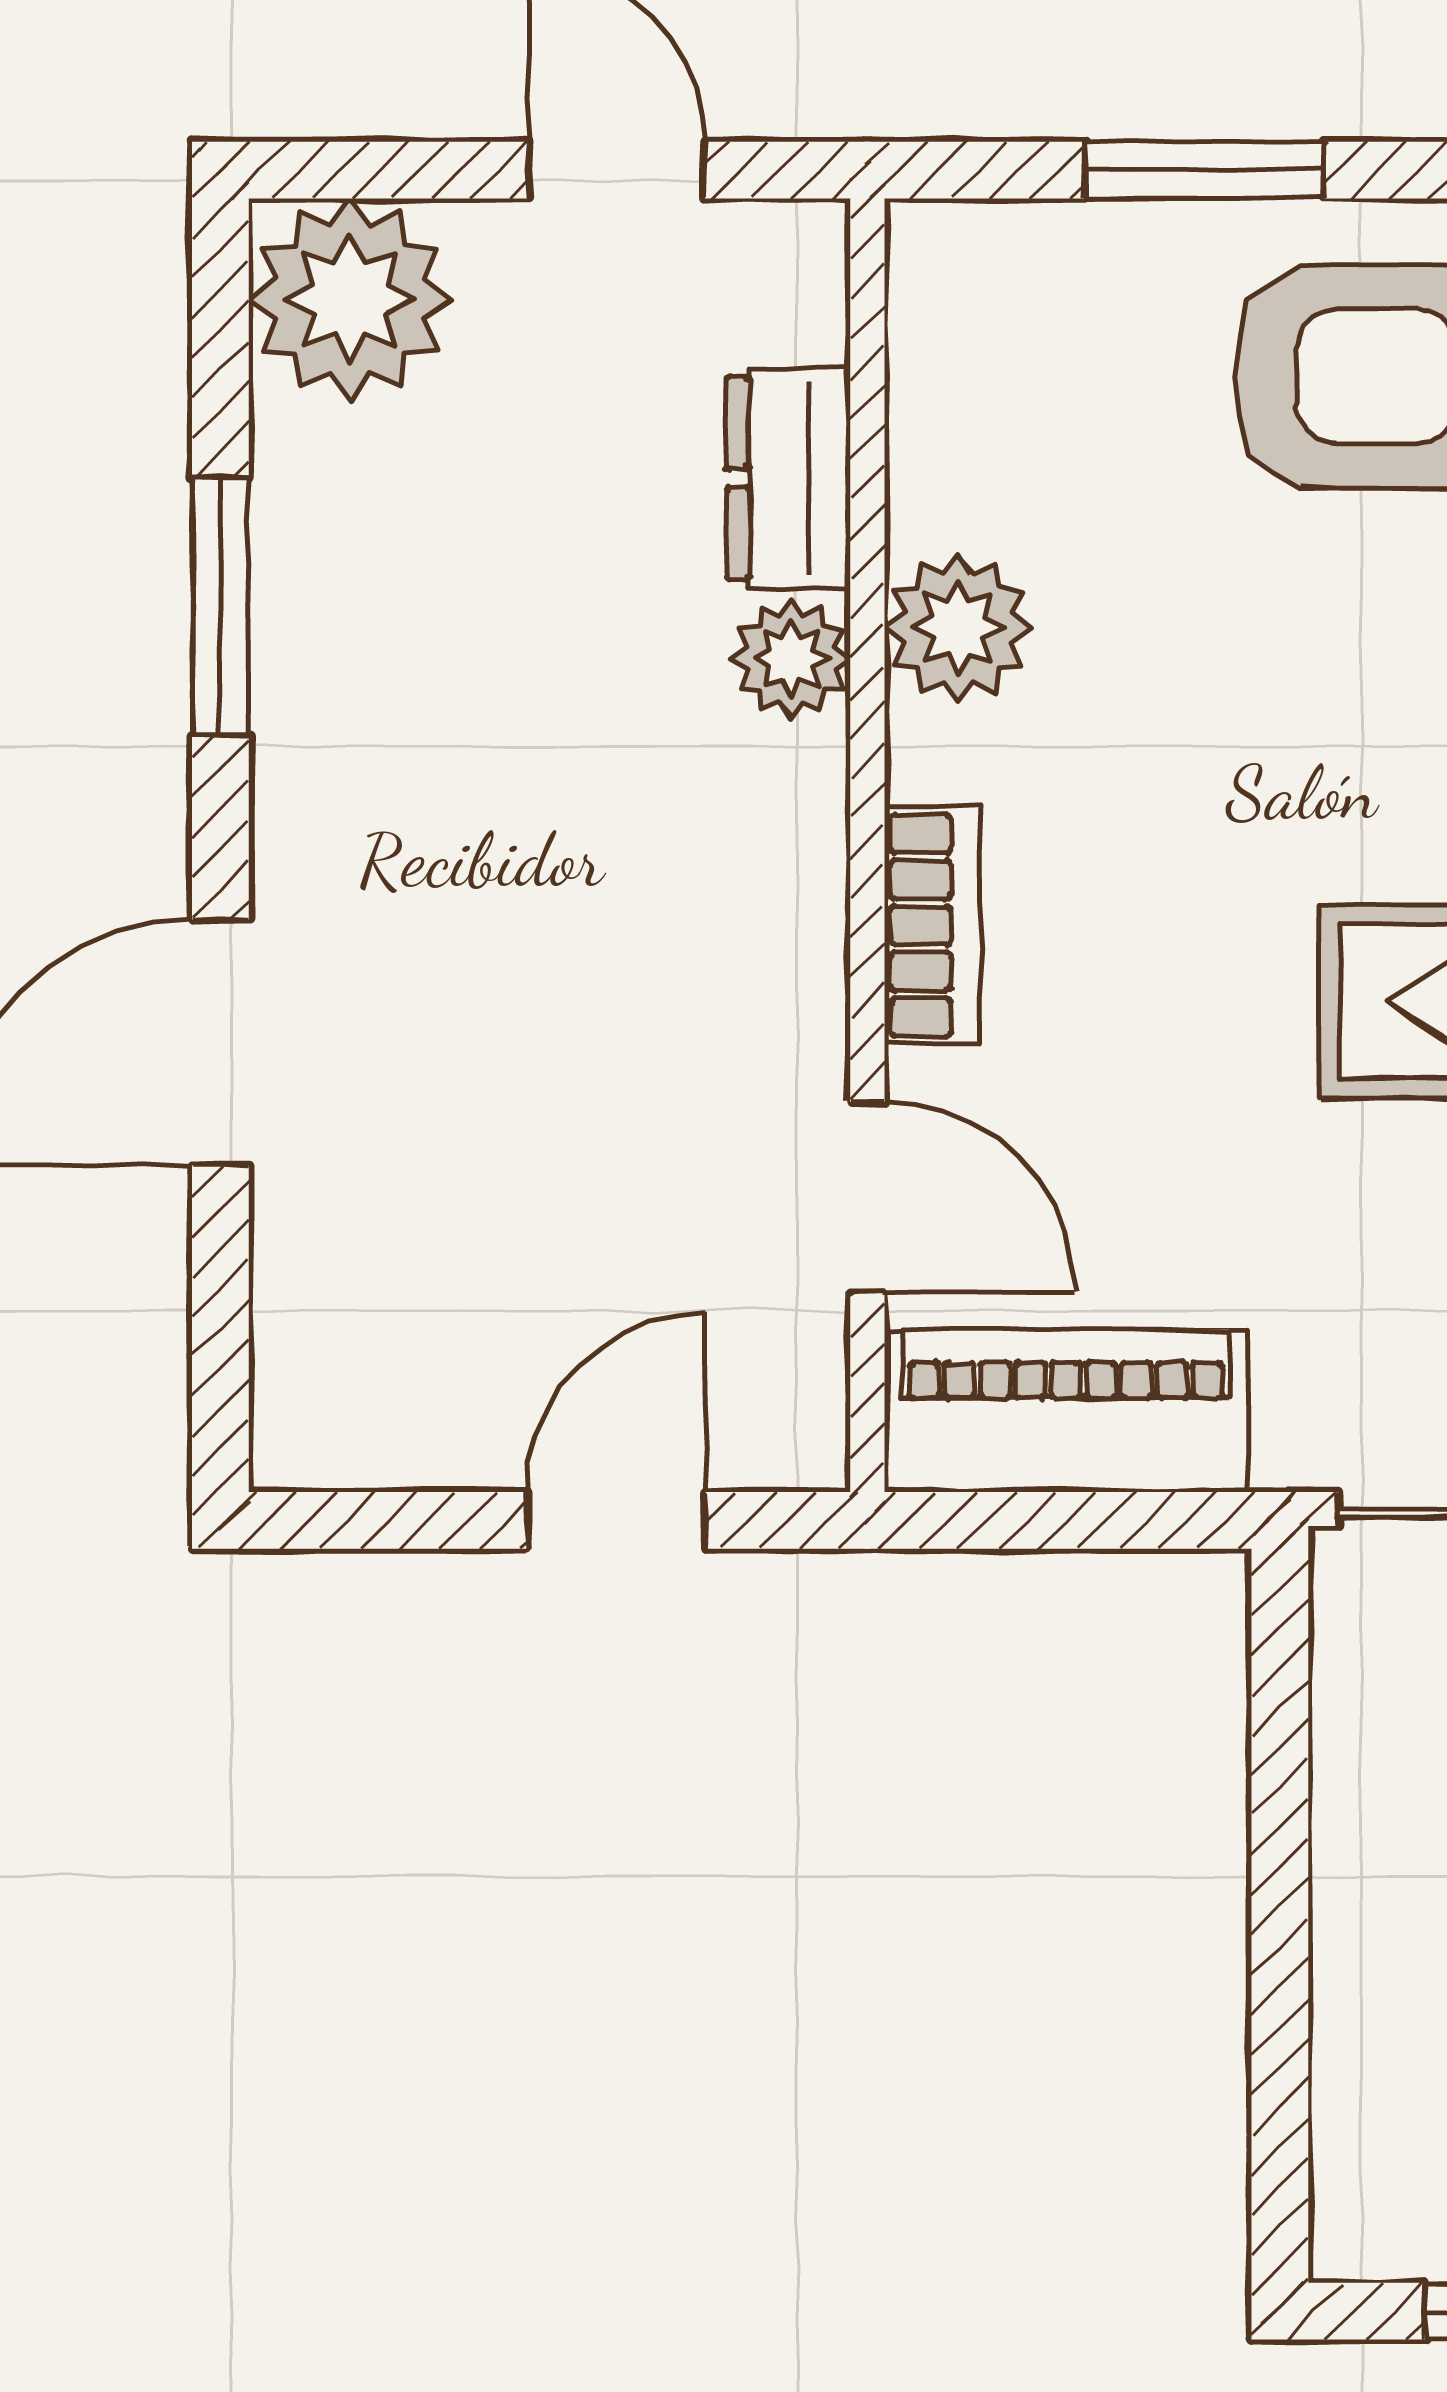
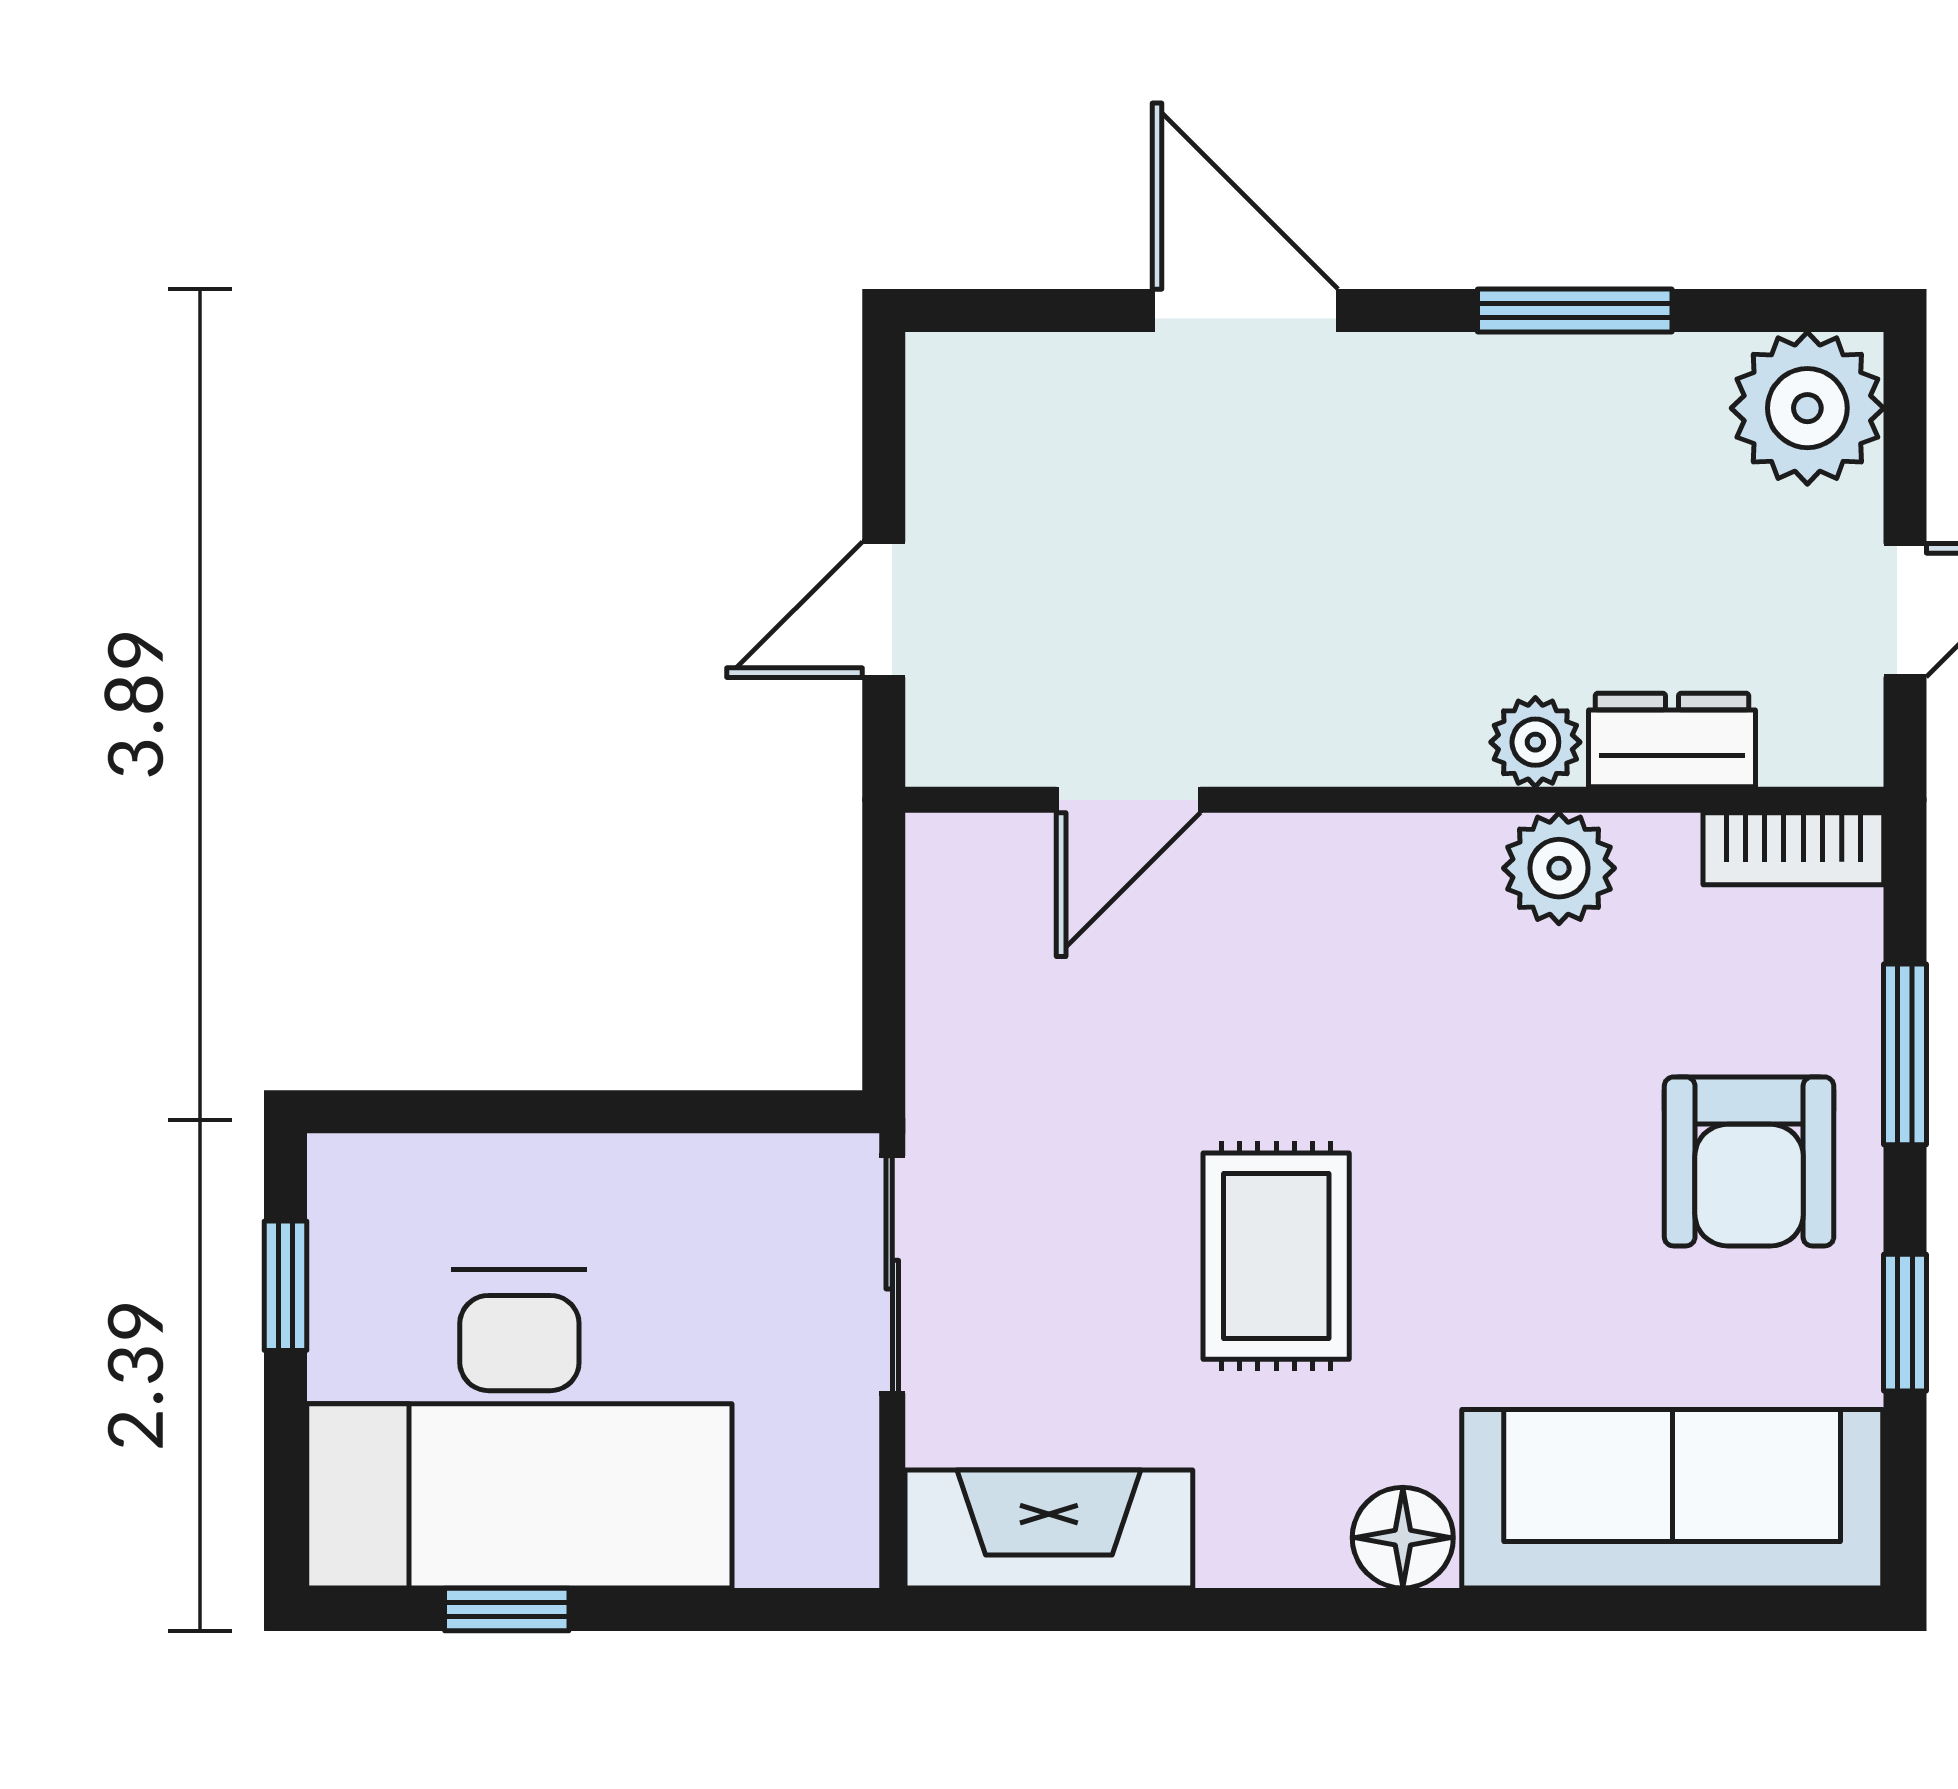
bookcase: (932, 926) -> (1793, 849), moved
piano: (1066, 1411) -> (966, 950), removed
door: (616, 1520) -> (884, 610), swing flipped

